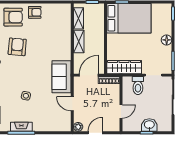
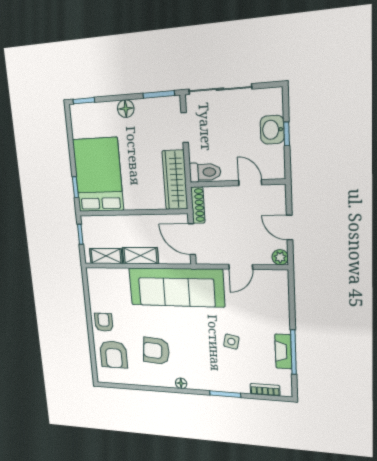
armchair: (13, 17) -> (114, 354), turned 180
sofa: (62, 77) -> (176, 287), width x1.85, depth x1.27
toilet: (138, 86) -> (205, 172), moved

